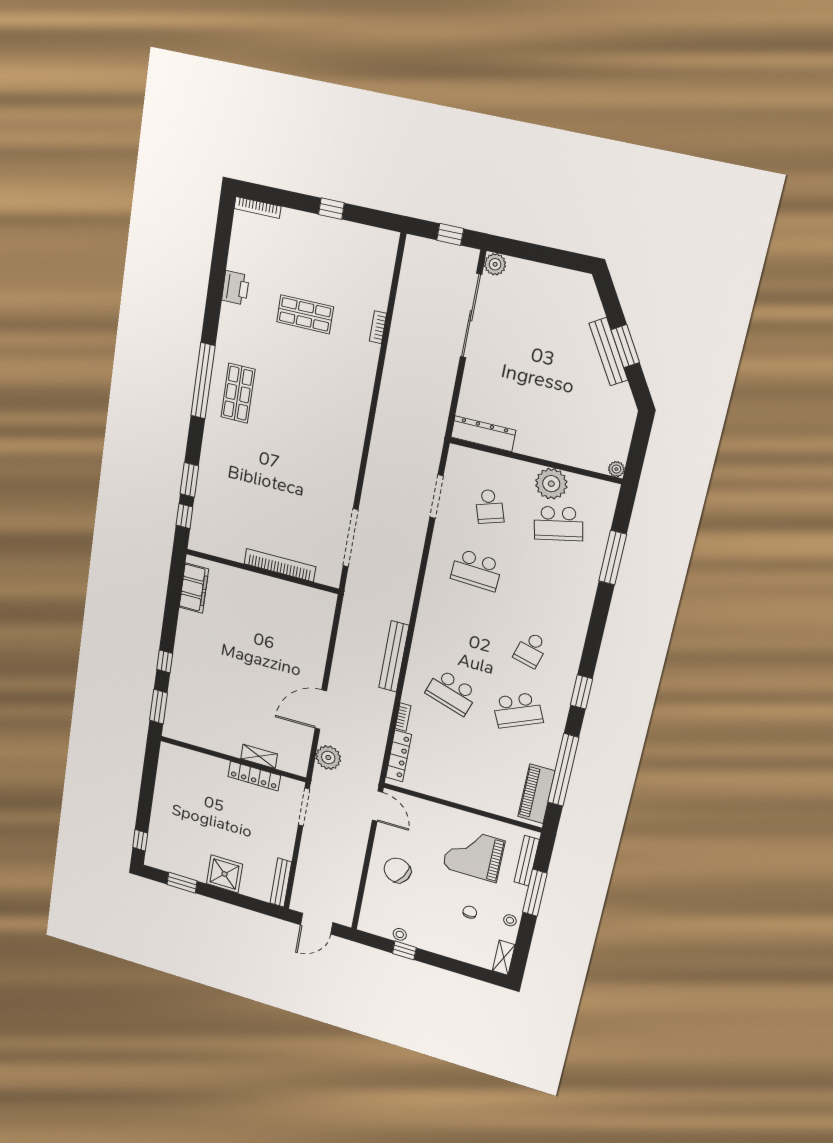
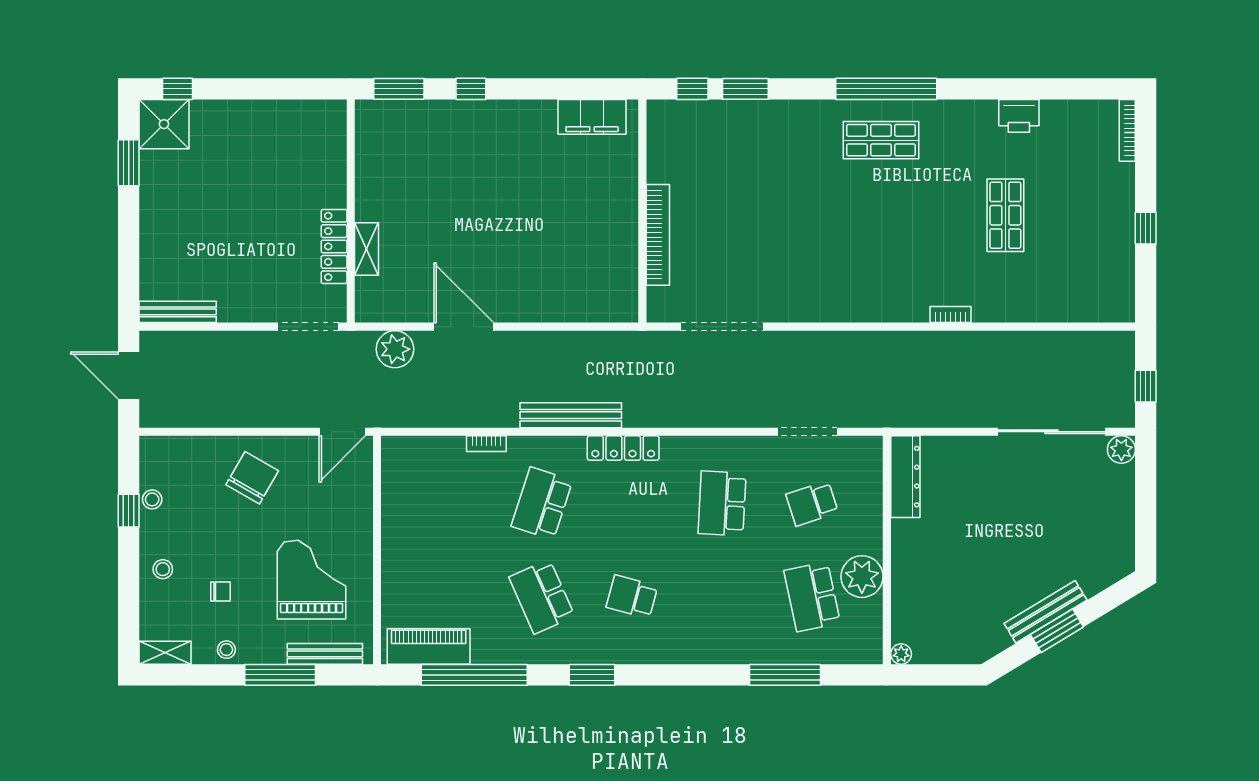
bookcase: (378, 327) -> (951, 315), moved
locker: (399, 756) -> (623, 448), moved
shower: (225, 874) -> (164, 124), moved
stool: (447, 942) -> (163, 569), added

